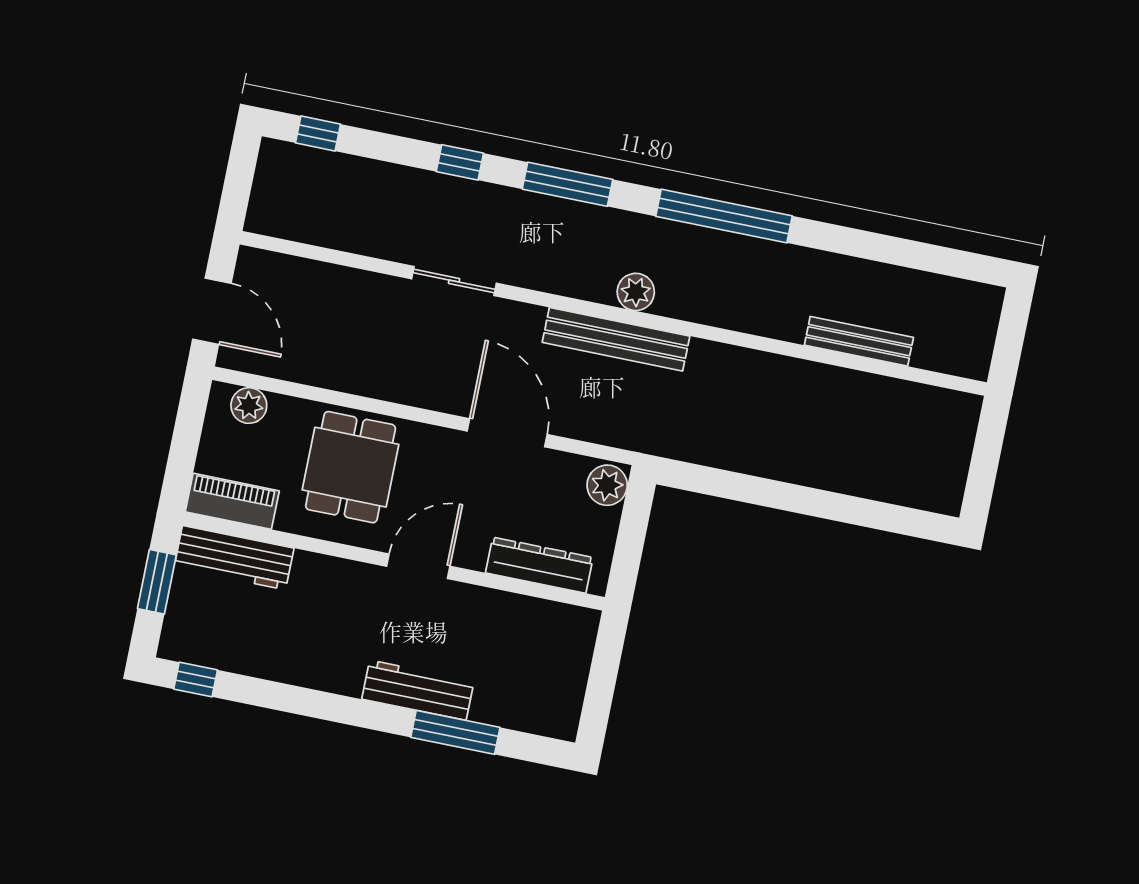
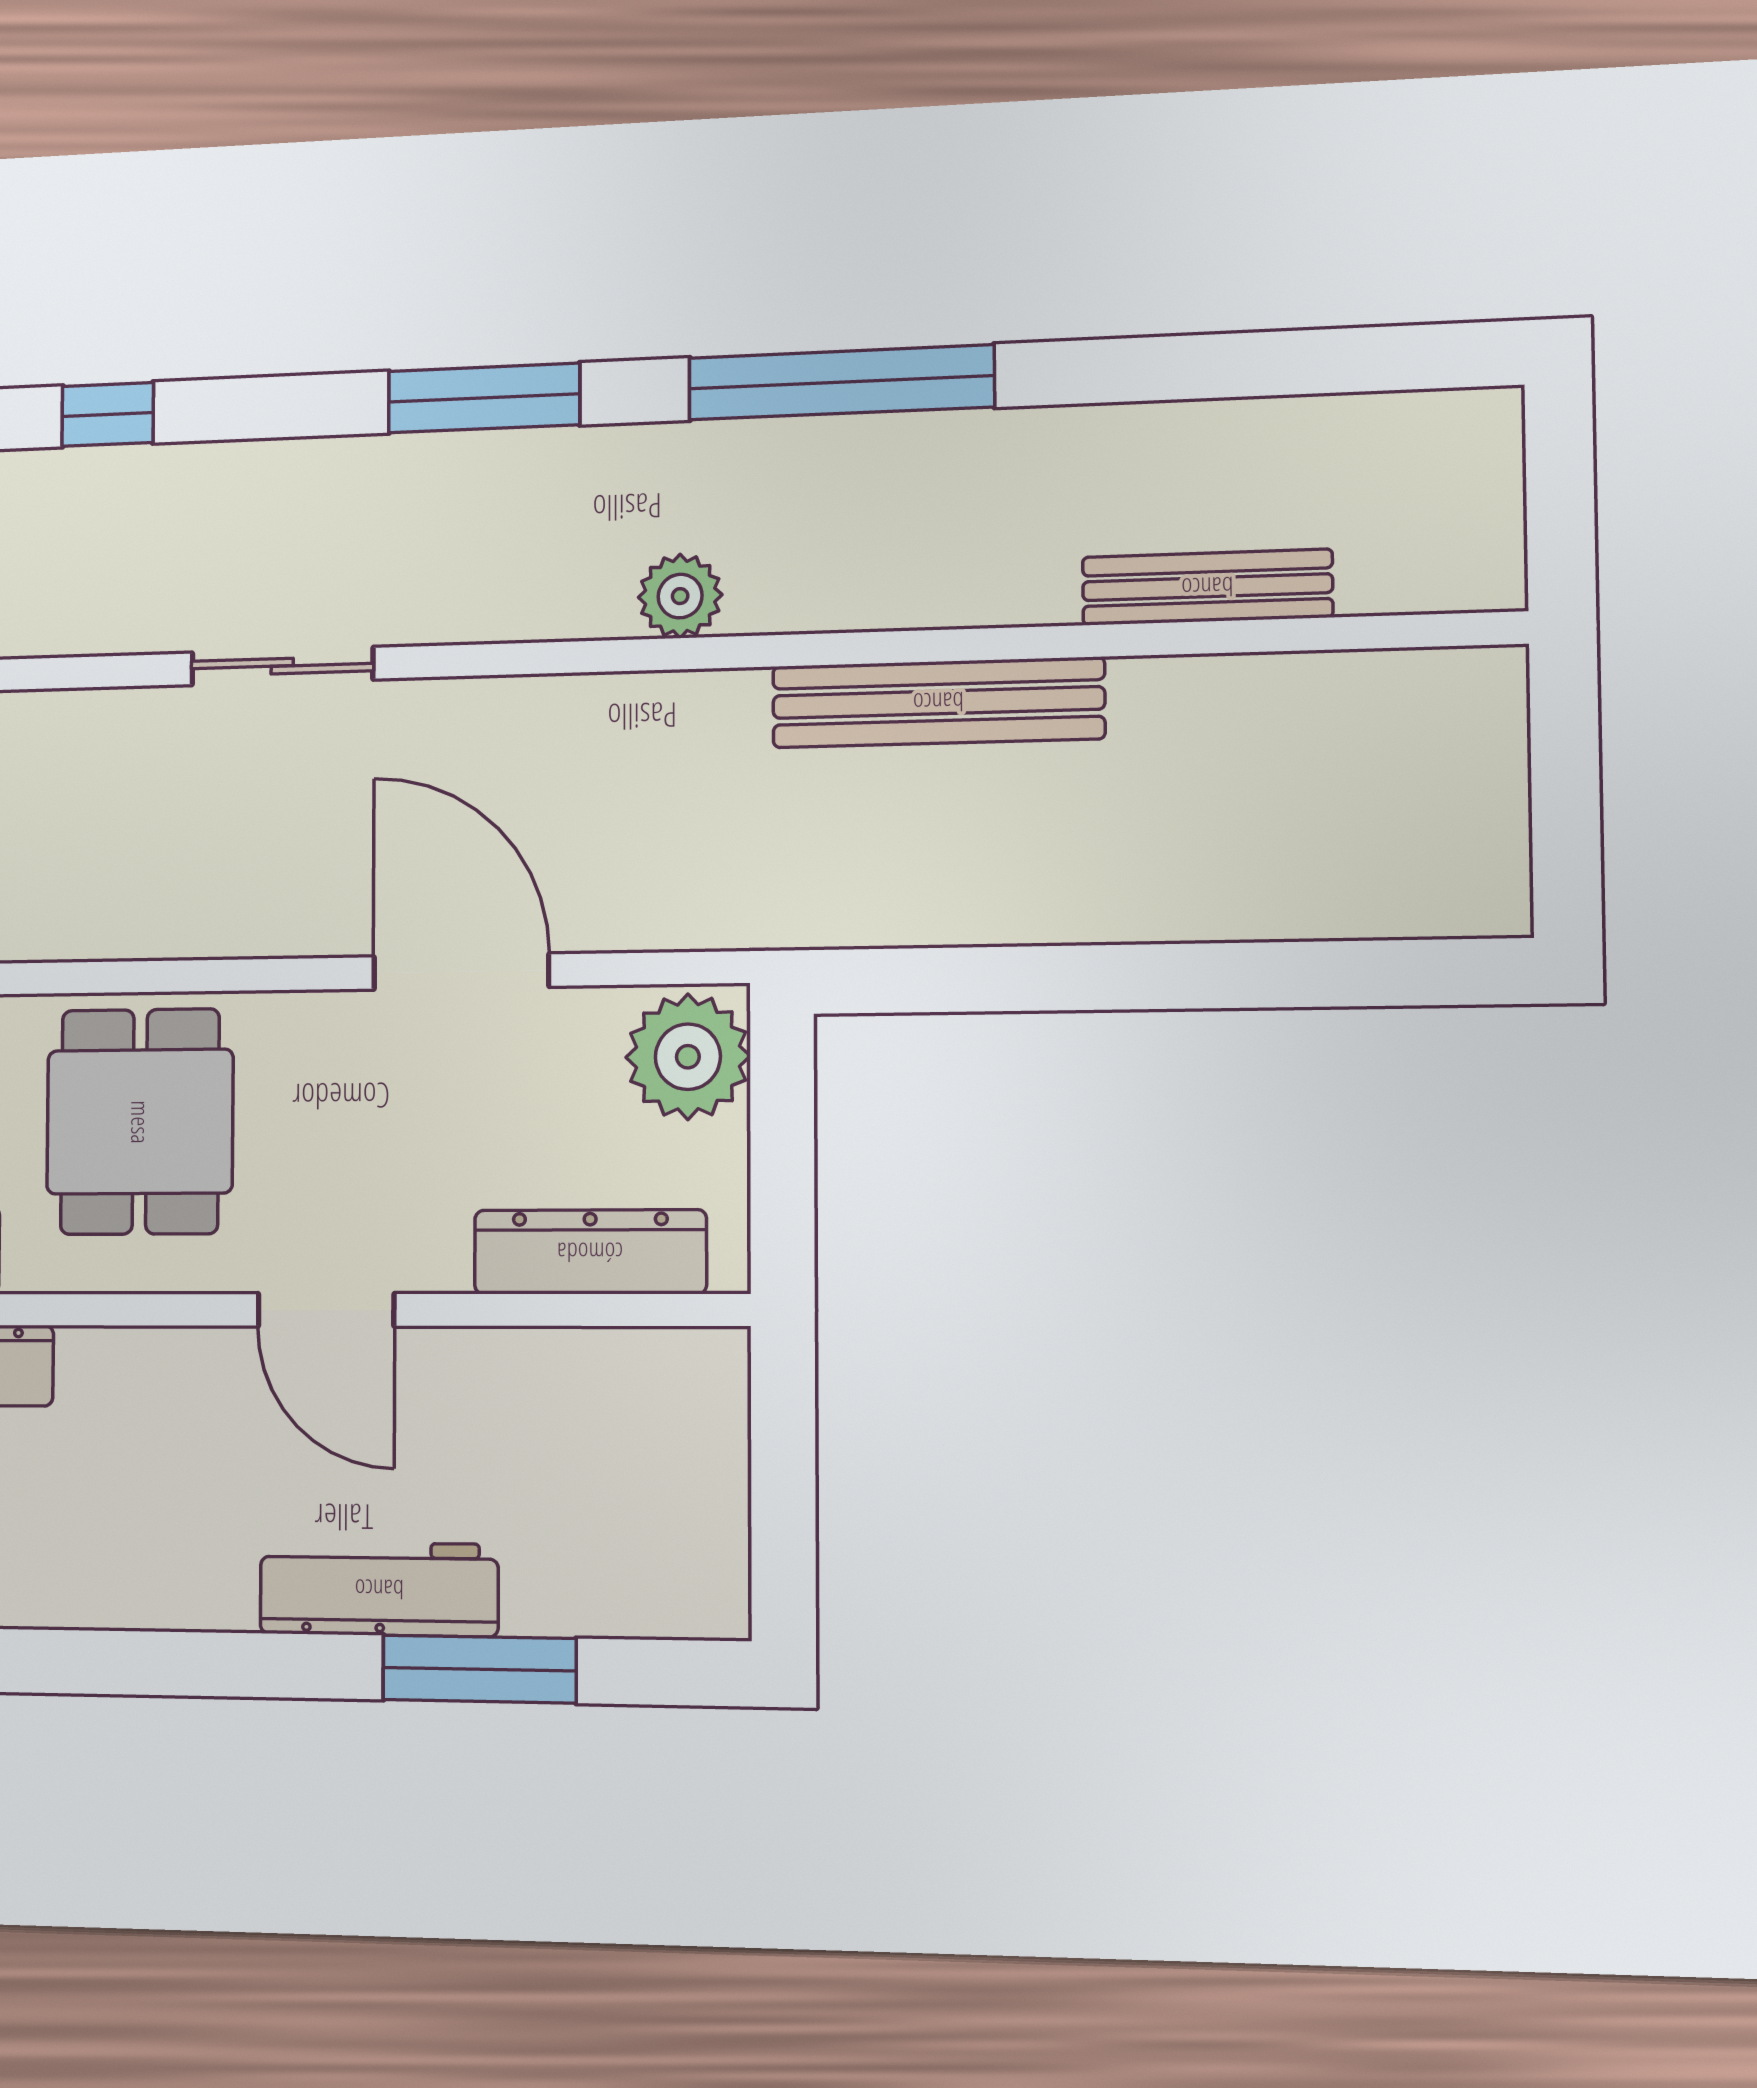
window: (460, 162) -> (108, 414), moved
bench: (616, 339) -> (938, 702), moved
plant: (607, 485) -> (688, 1057), width x1.36, depth x1.36
door: (418, 566) -> (326, 1310), swing flipped

